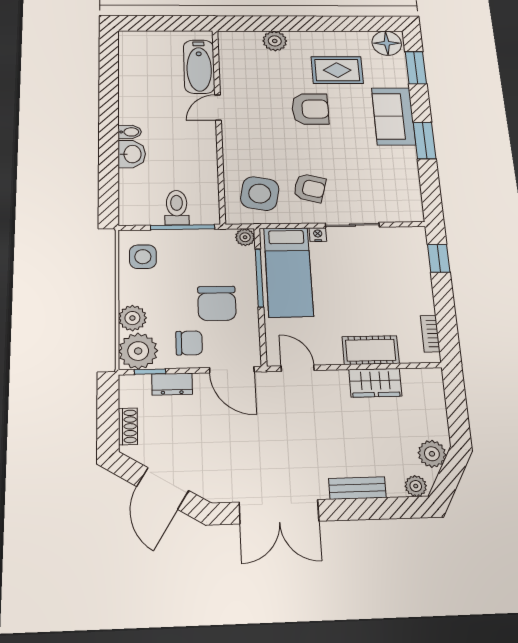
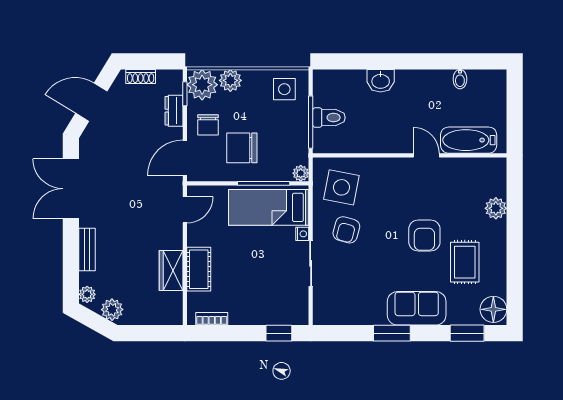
bidet: (130, 132) -> (460, 79), moved

